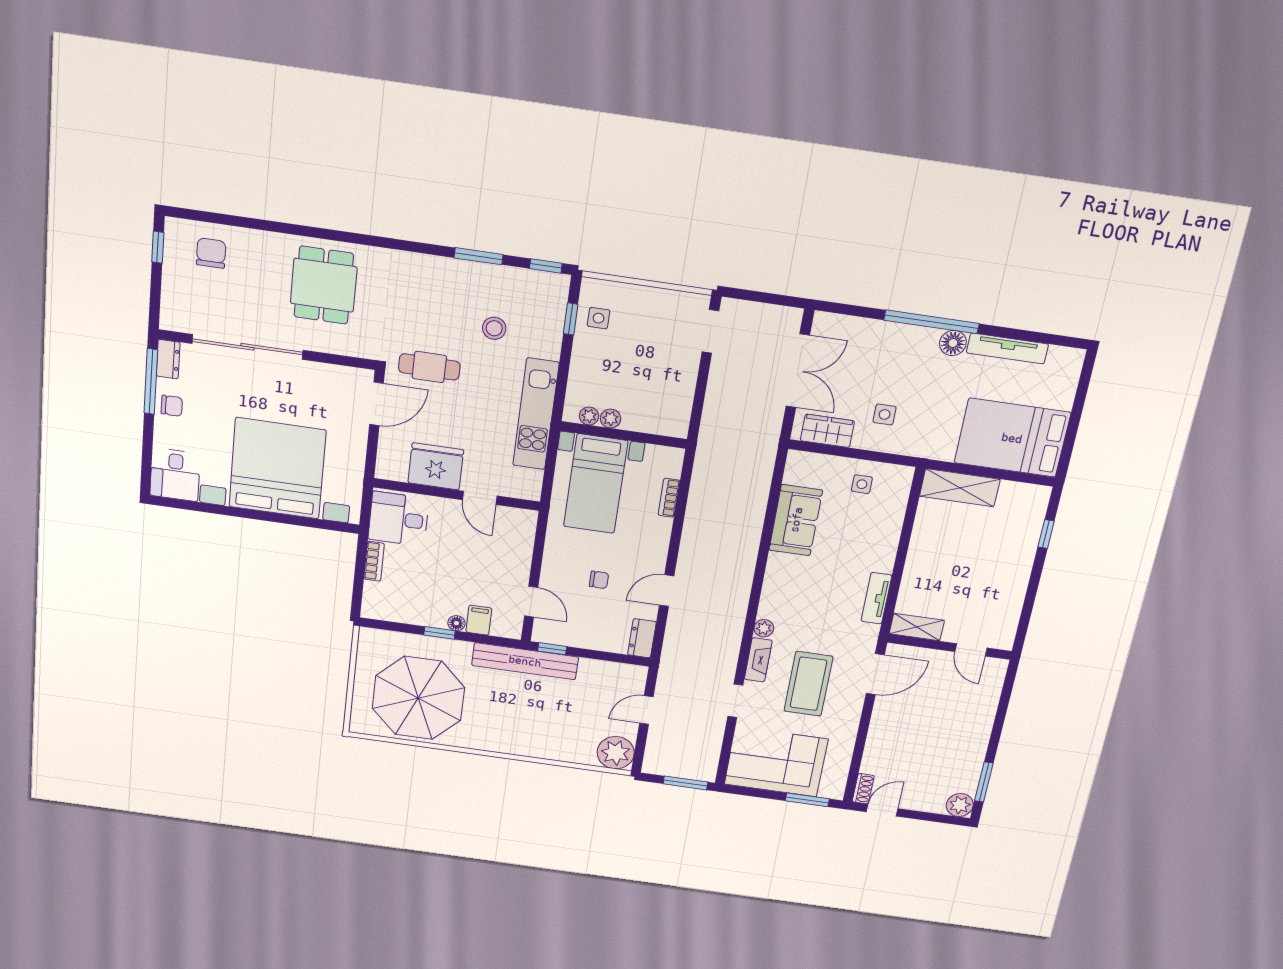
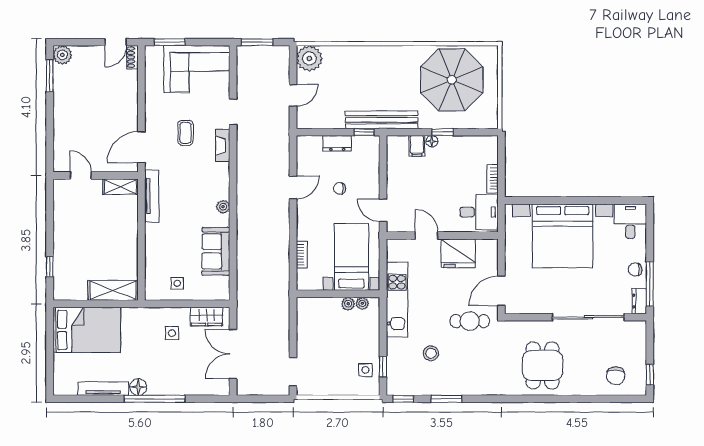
tv unit: (876, 598) -> (152, 196), width x1.41
door: (531, 602) -> (383, 210), moved
plant: (764, 628) -> (223, 207), moved
dresser: (642, 638) -> (337, 143), moved, turned 90
coffee table: (808, 684) -> (185, 133), width x0.54, depth x0.58

